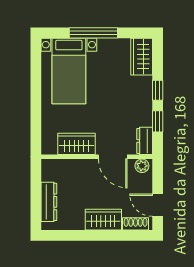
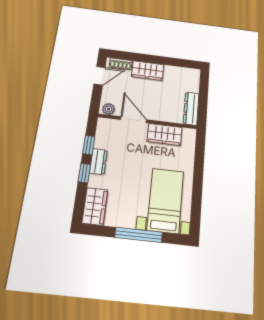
dresser: (145, 141) -> (98, 162), moved
dresser: (49, 202) -> (191, 109), moved
door: (158, 205) -> (100, 76), hinge flipped

